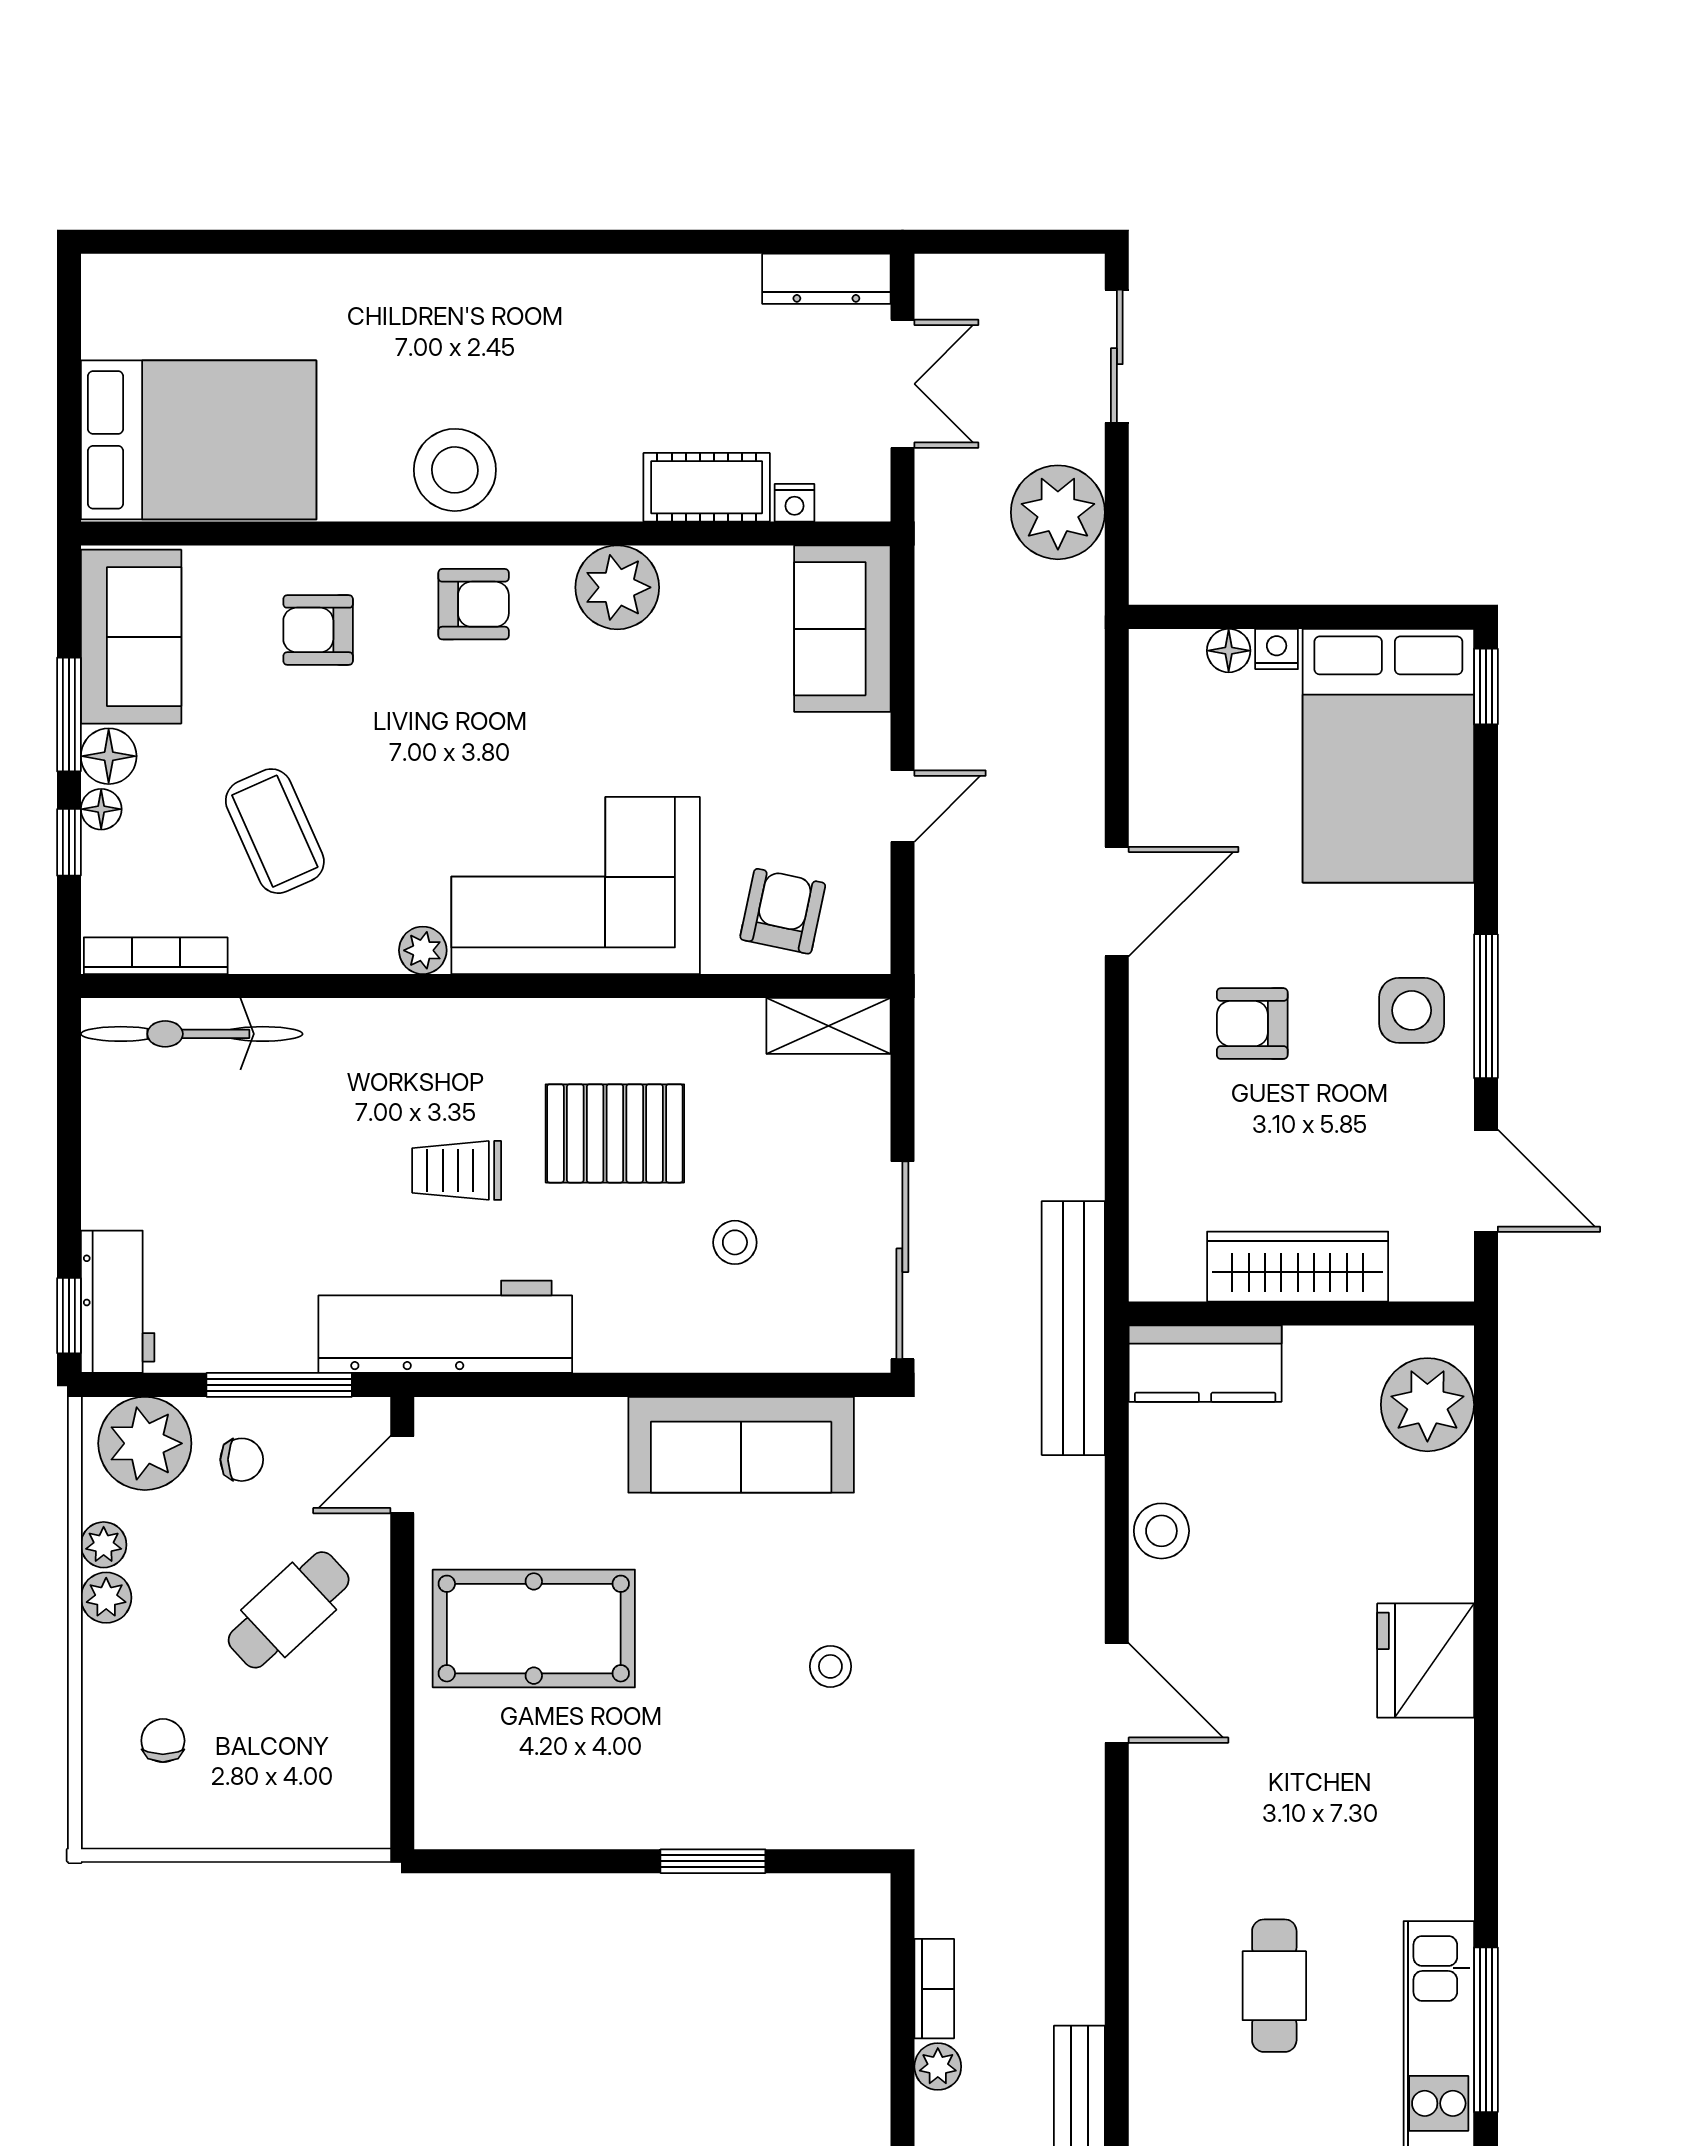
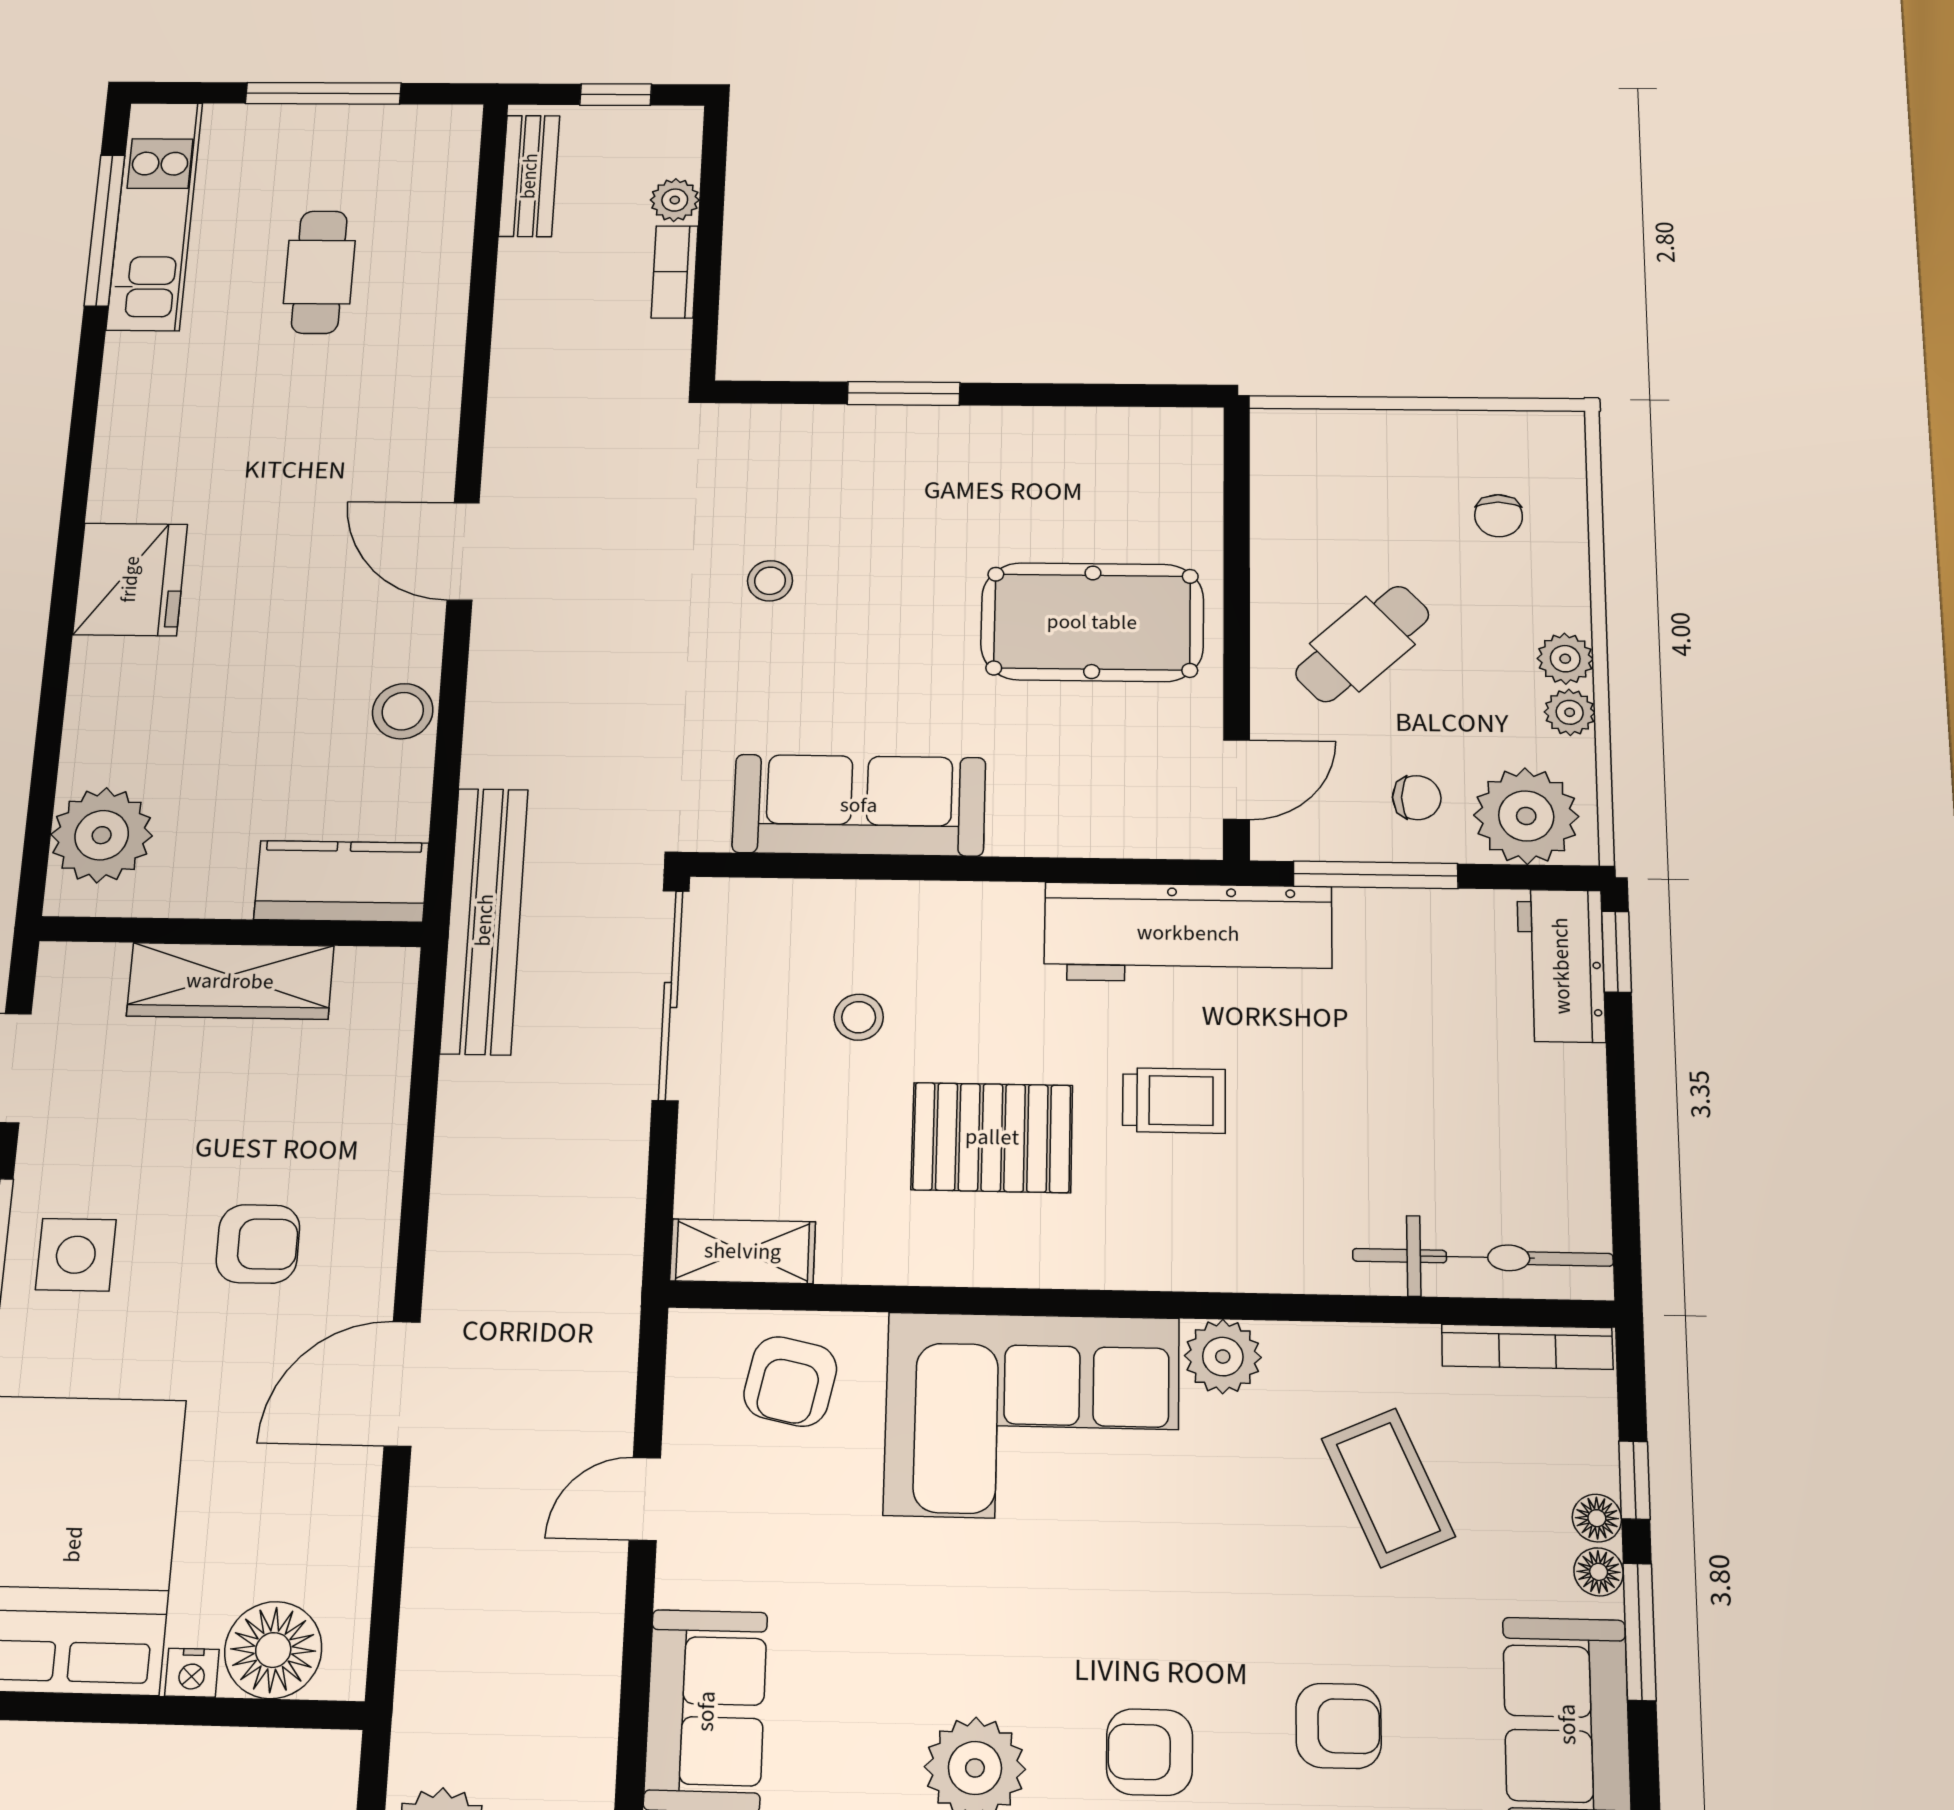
floor lamp: (1229, 651) -> (273, 1650), width x1.89, depth x1.89
floor lamp: (109, 756) -> (1599, 1572), width x0.73, depth x0.73
plant: (423, 950) -> (1223, 1357), width x1.38, depth x1.38
chair: (242, 1460) -> (1417, 798), turned 180

